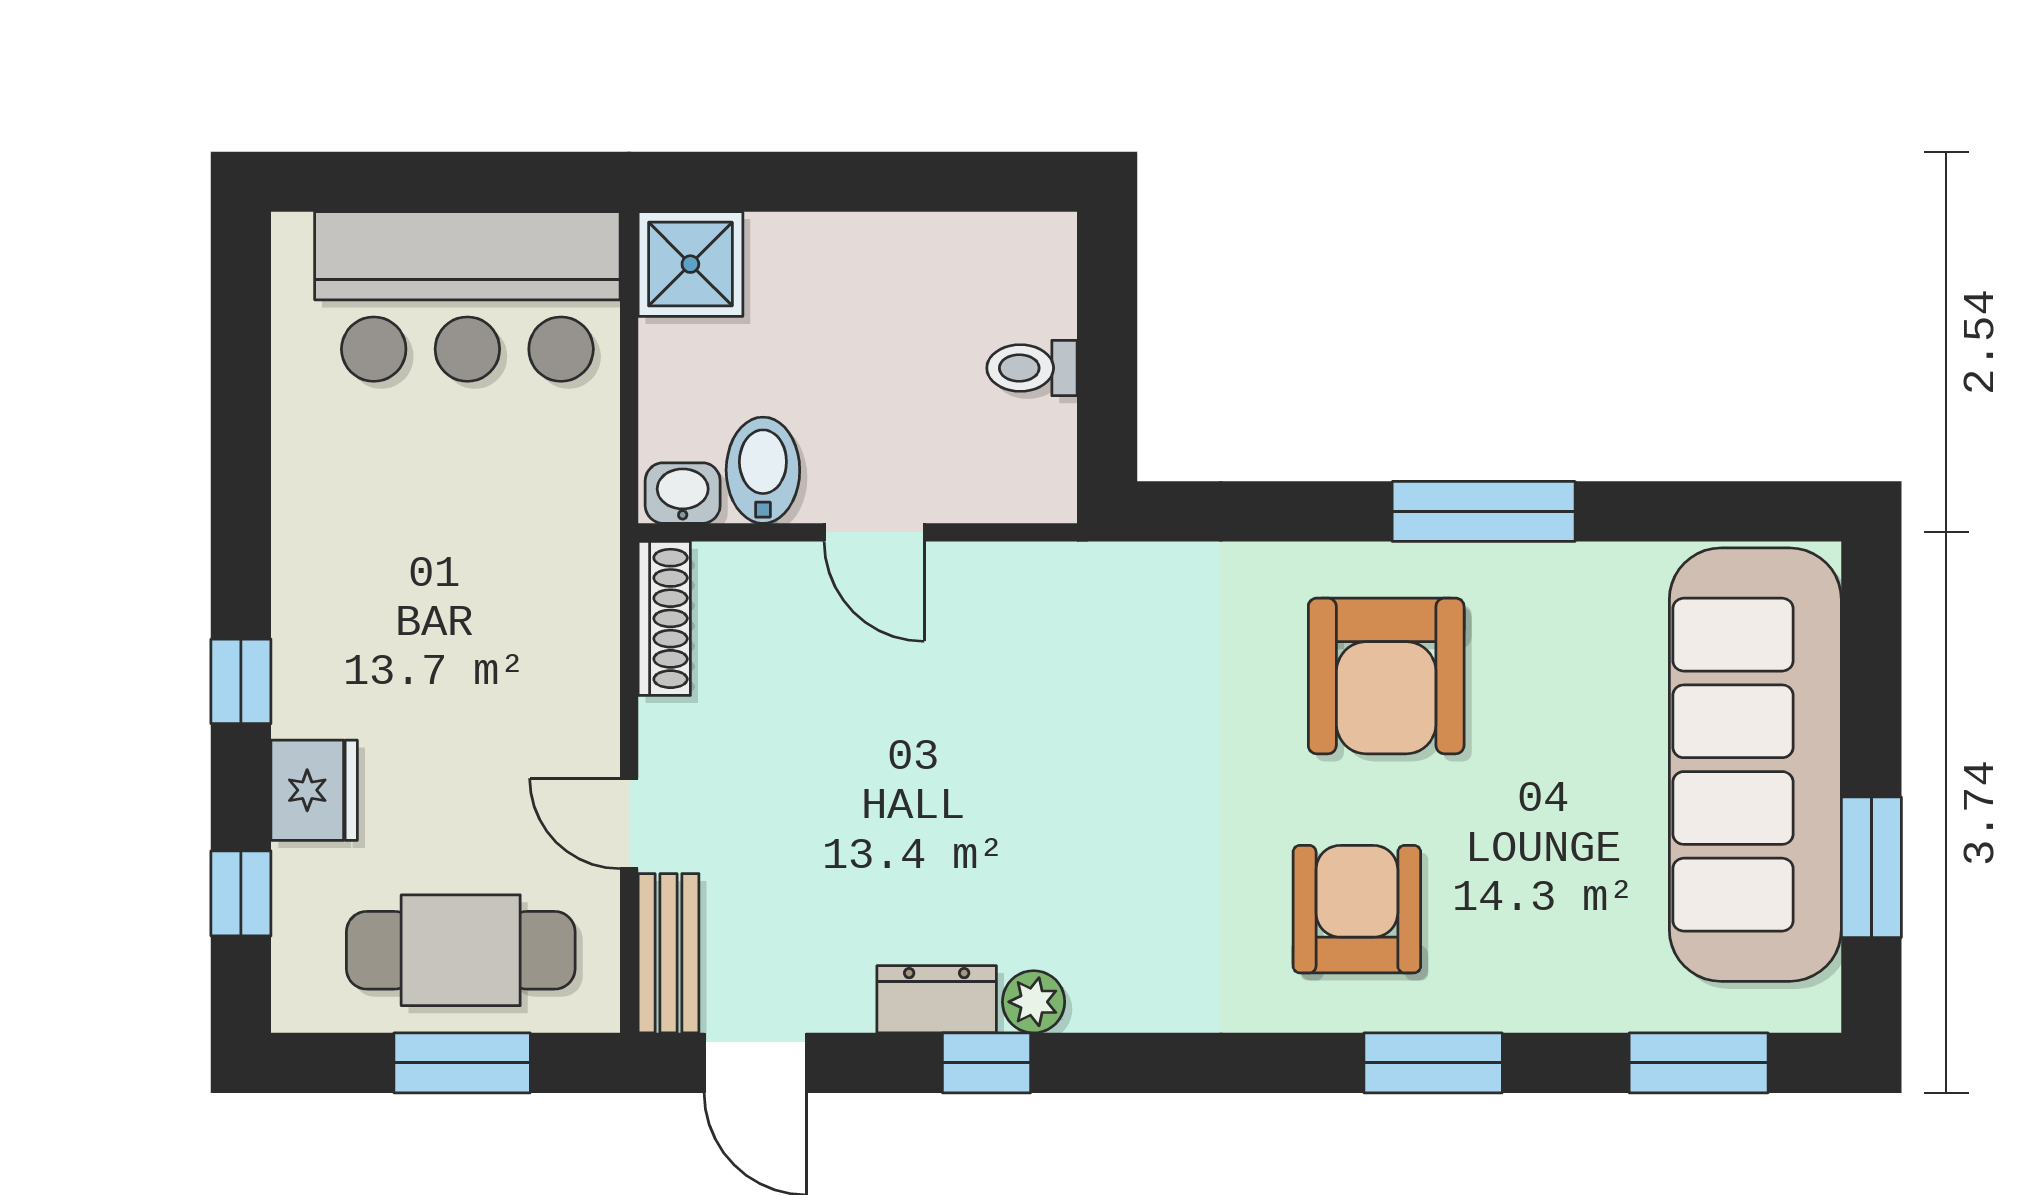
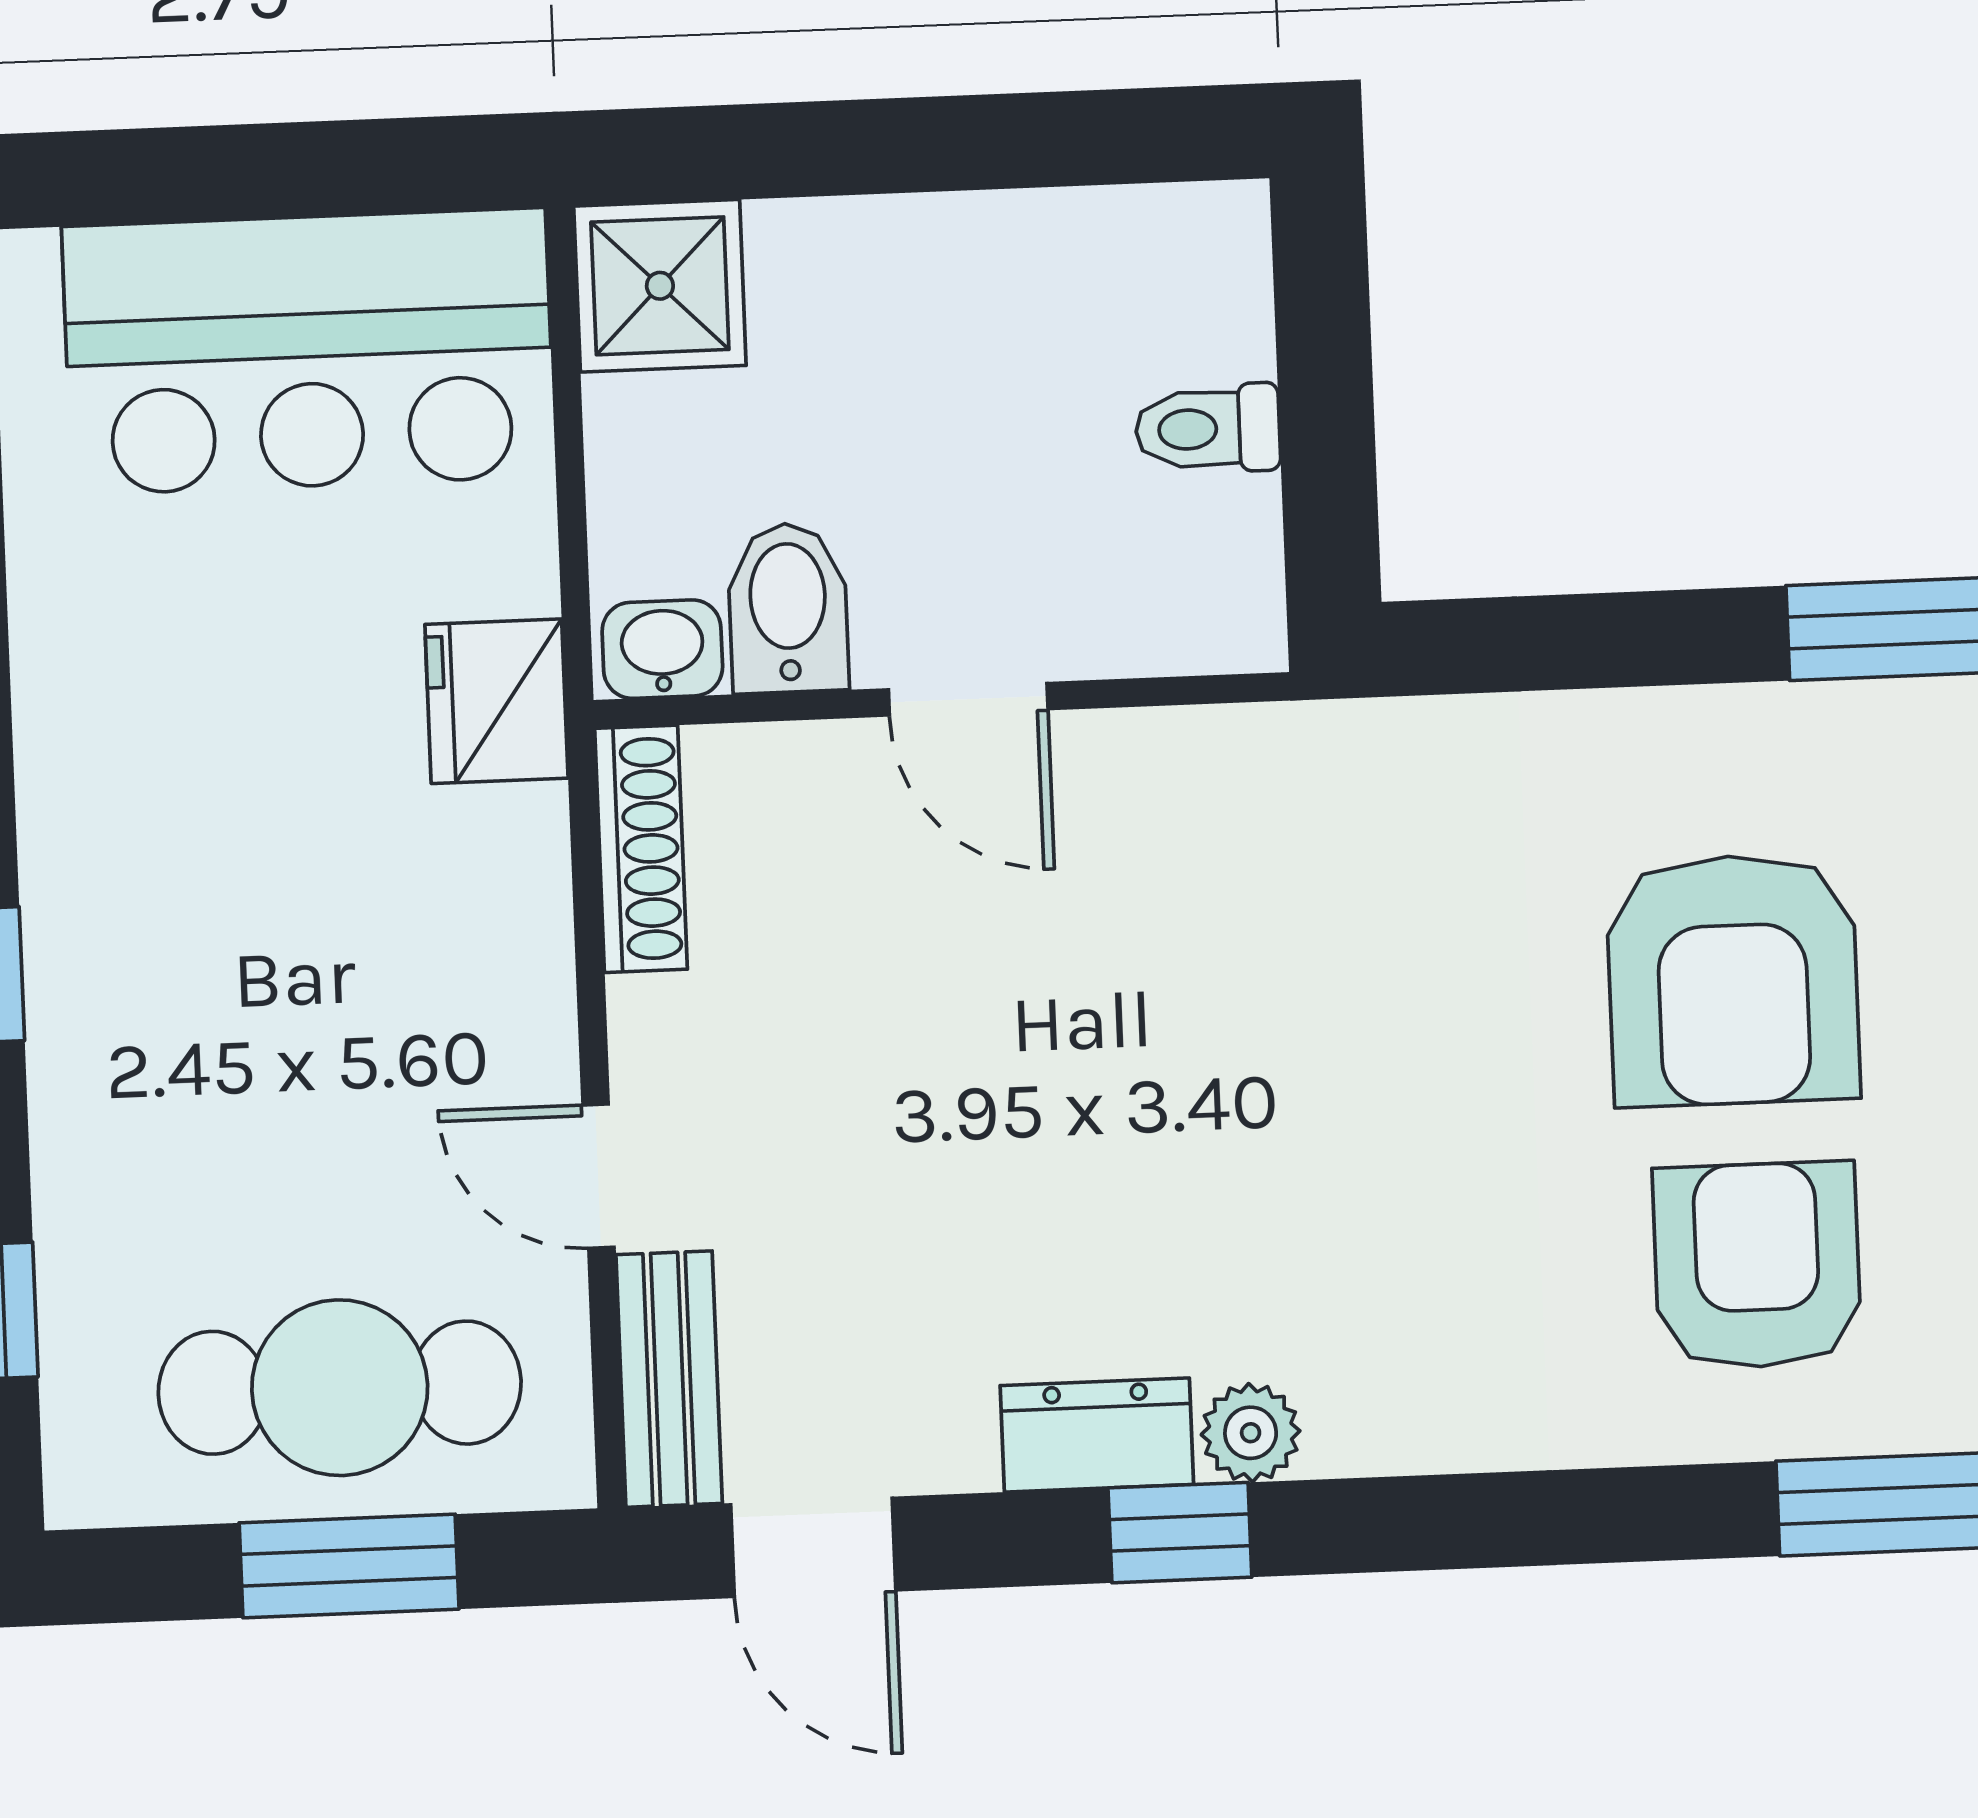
armchair: (1386, 676) -> (1733, 980), moved
fridge: (314, 790) -> (496, 701), moved, turned 180

